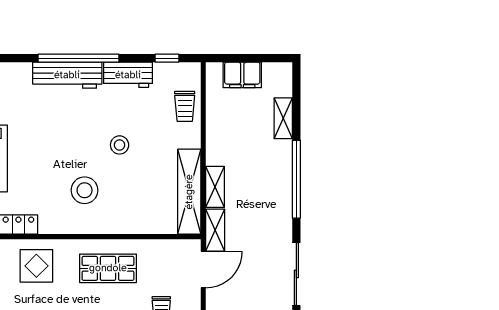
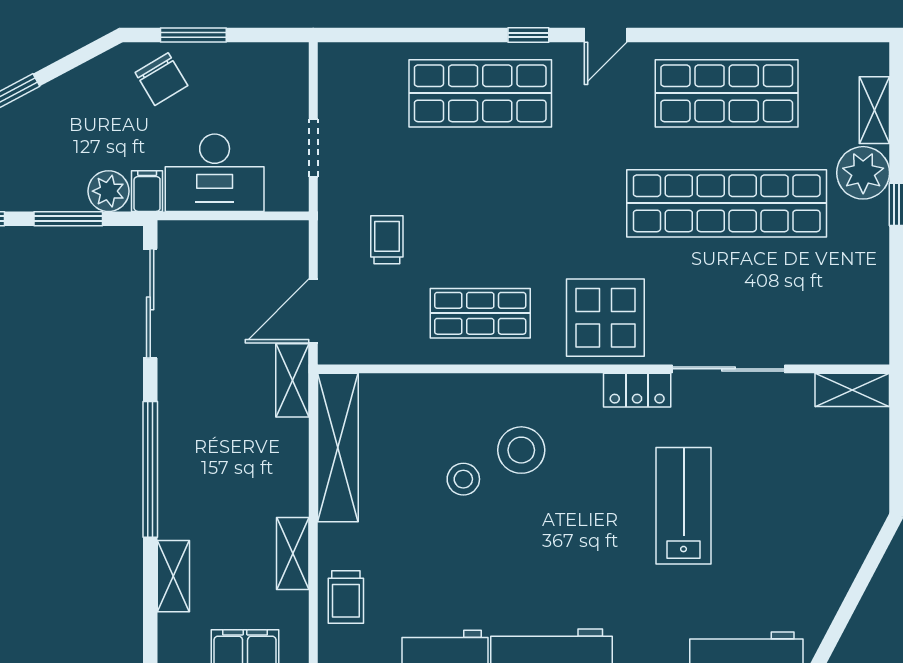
trolley: (185, 106) -> (346, 597), turned 180
stool: (120, 145) -> (463, 479), moved
shelving: (215, 187) -> (293, 554), moved
display table: (36, 266) -> (605, 318), width x1.36, depth x1.36

